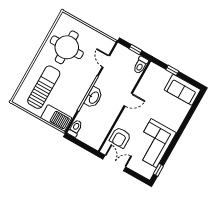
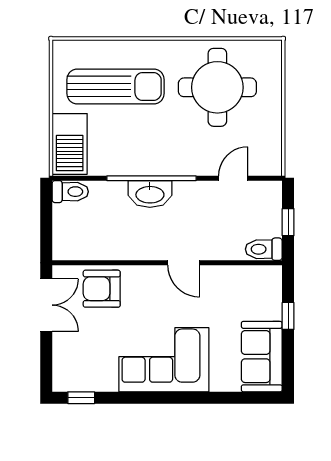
corner sofa: (154, 143) -> (164, 360), moved

